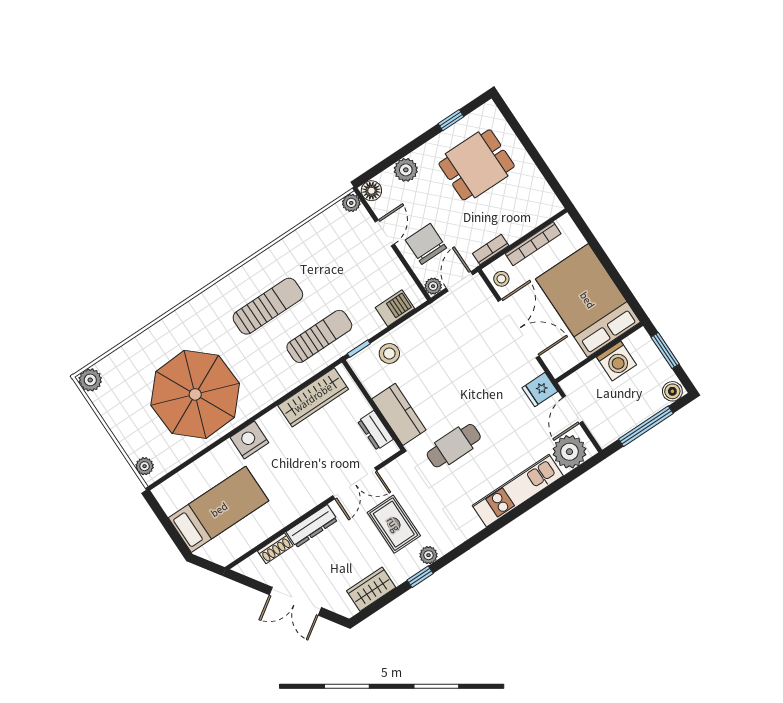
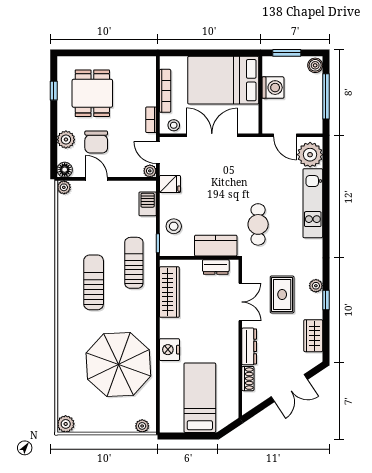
chair: (426, 244) -> (96, 142), moved, turned -90
fridge: (540, 390) -> (170, 184), moved, turned -90
rug: (394, 524) -> (282, 294), turned 90

